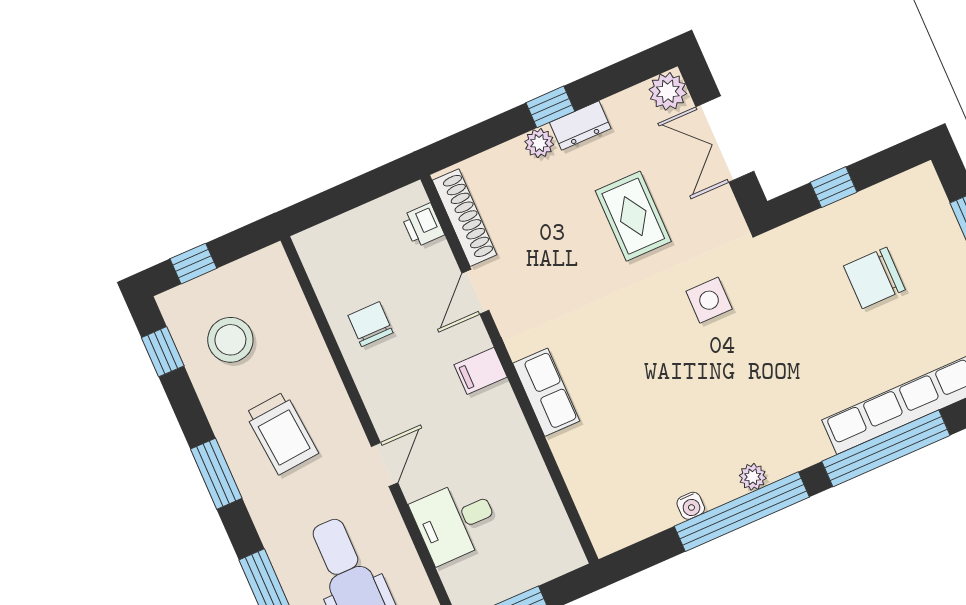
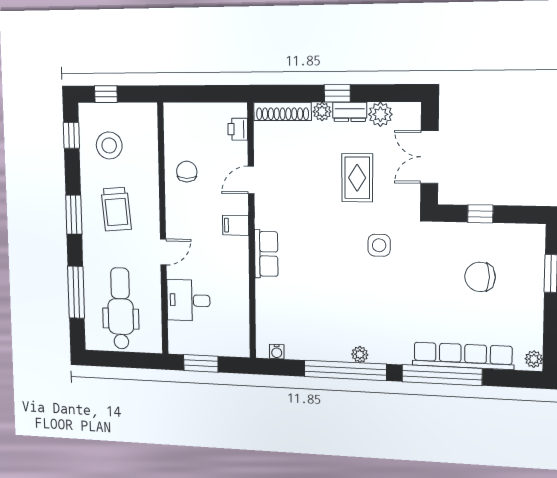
plant: (668, 91) -> (380, 114), moved
shoe rack: (464, 218) -> (283, 111), moved, turned 90
water cooler: (691, 506) -> (277, 352), moved

